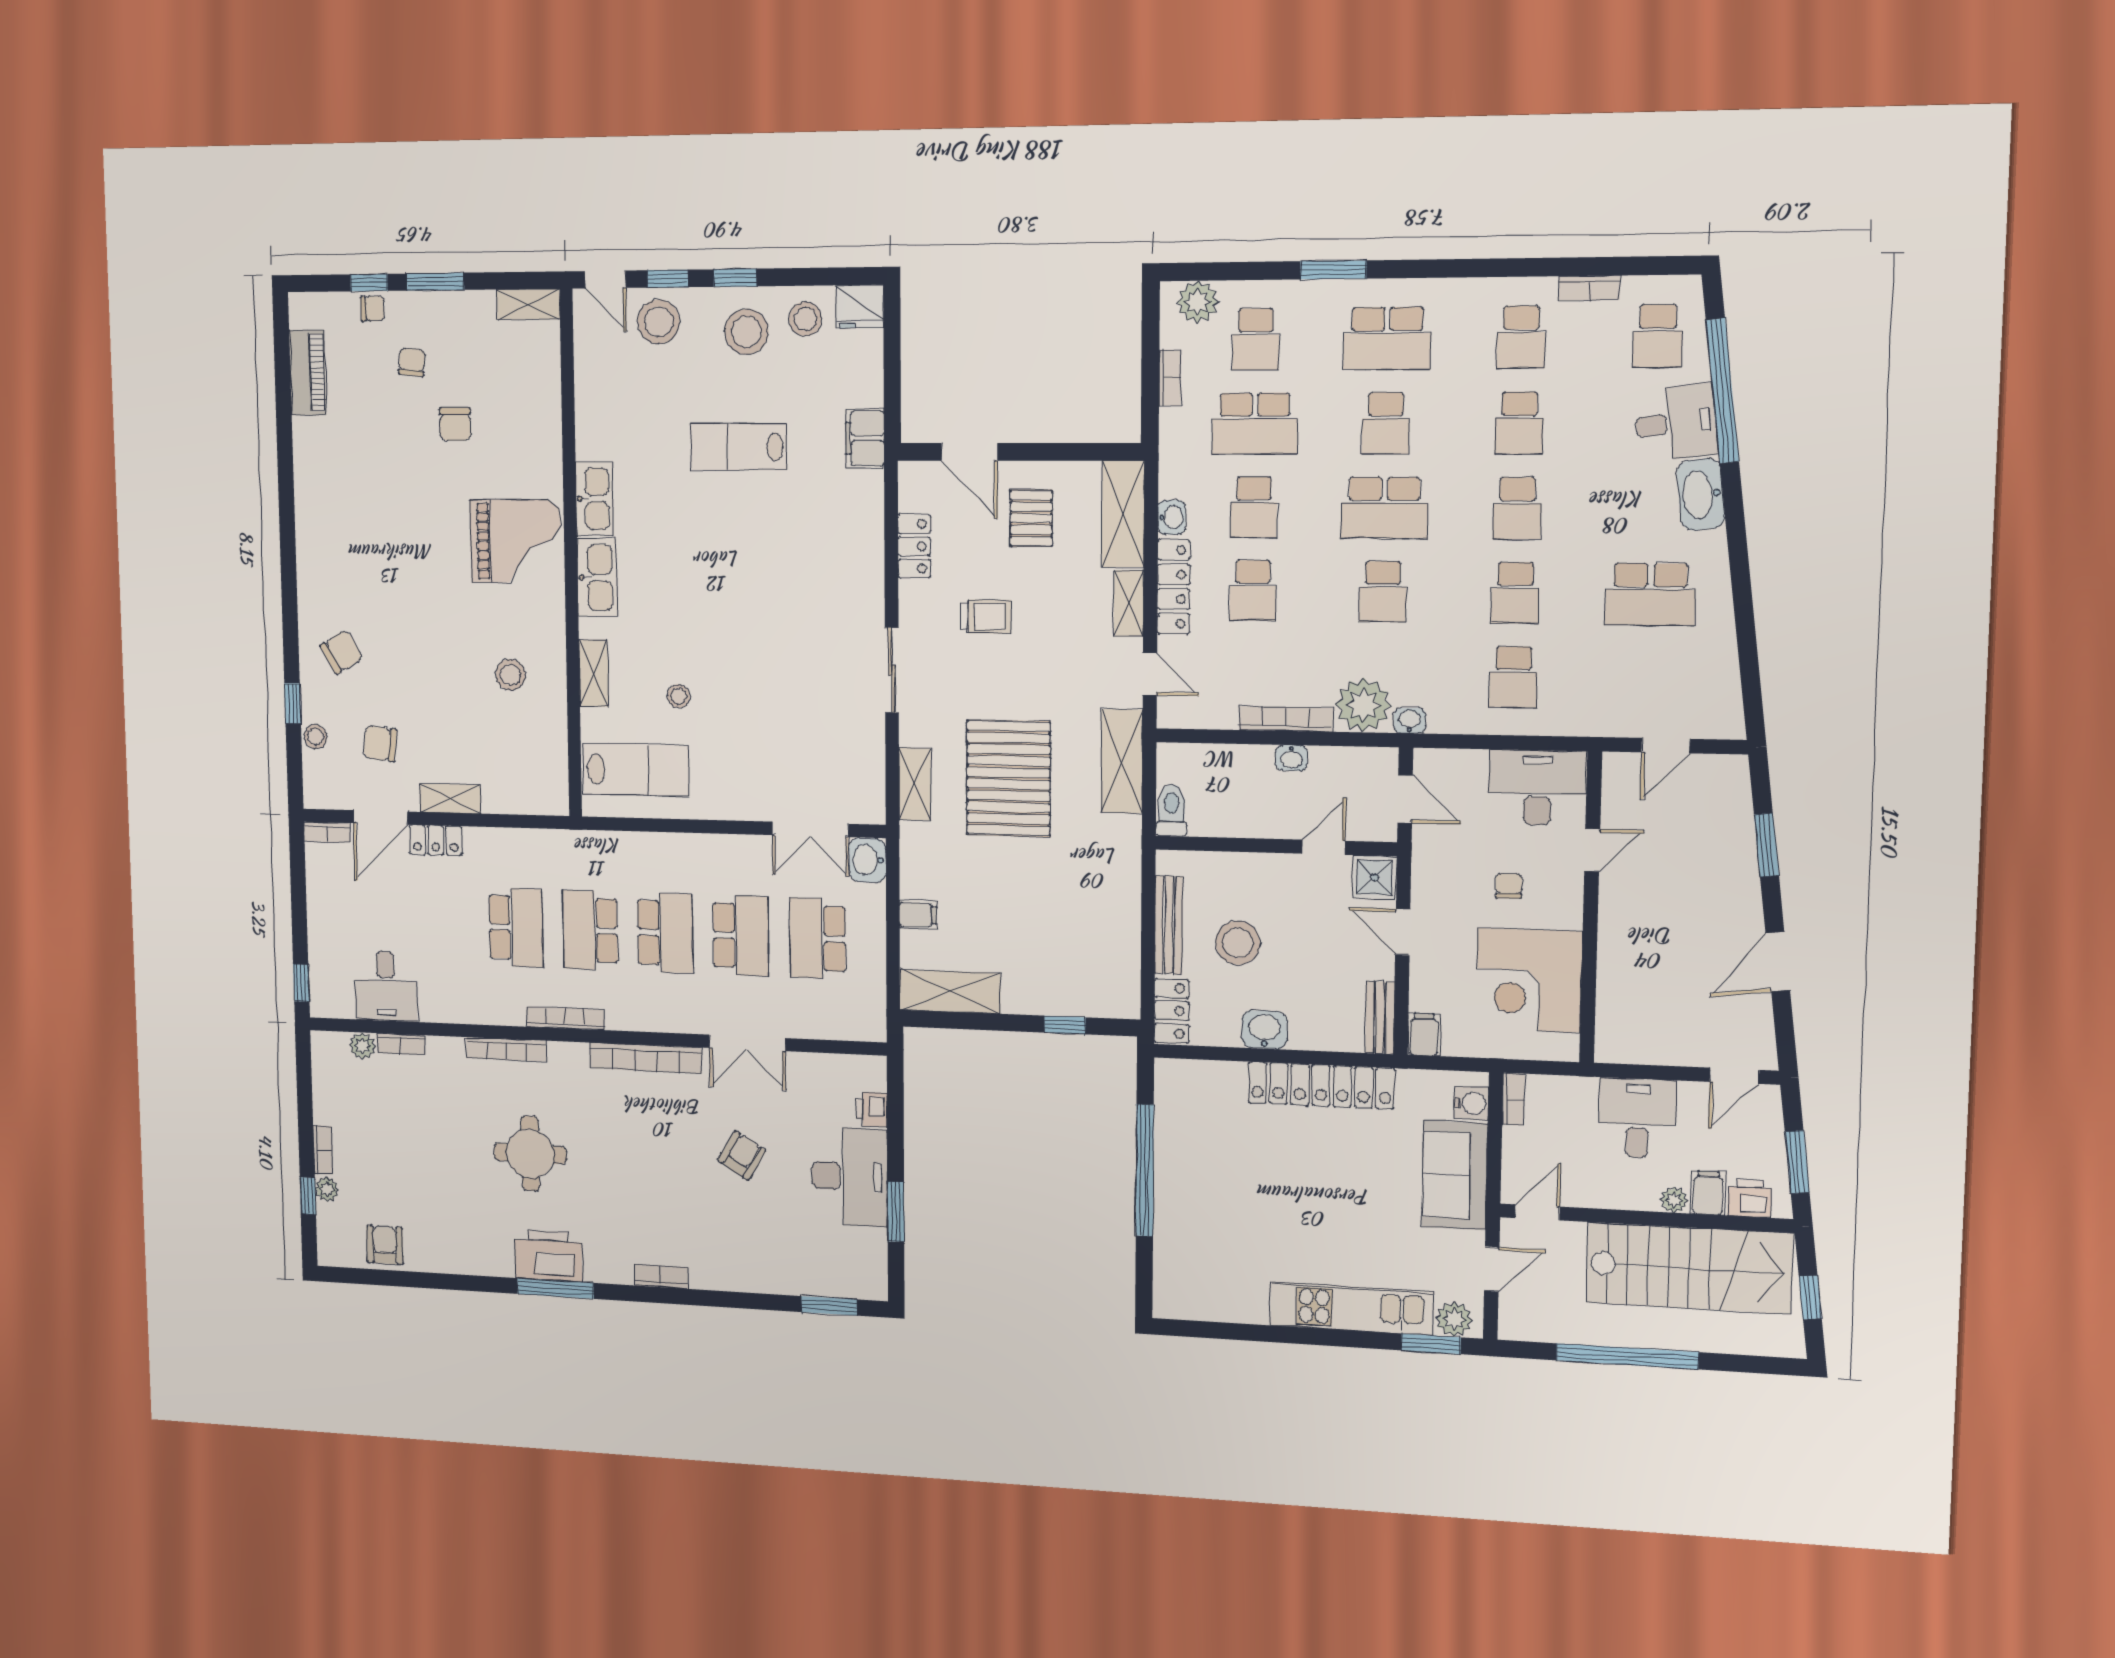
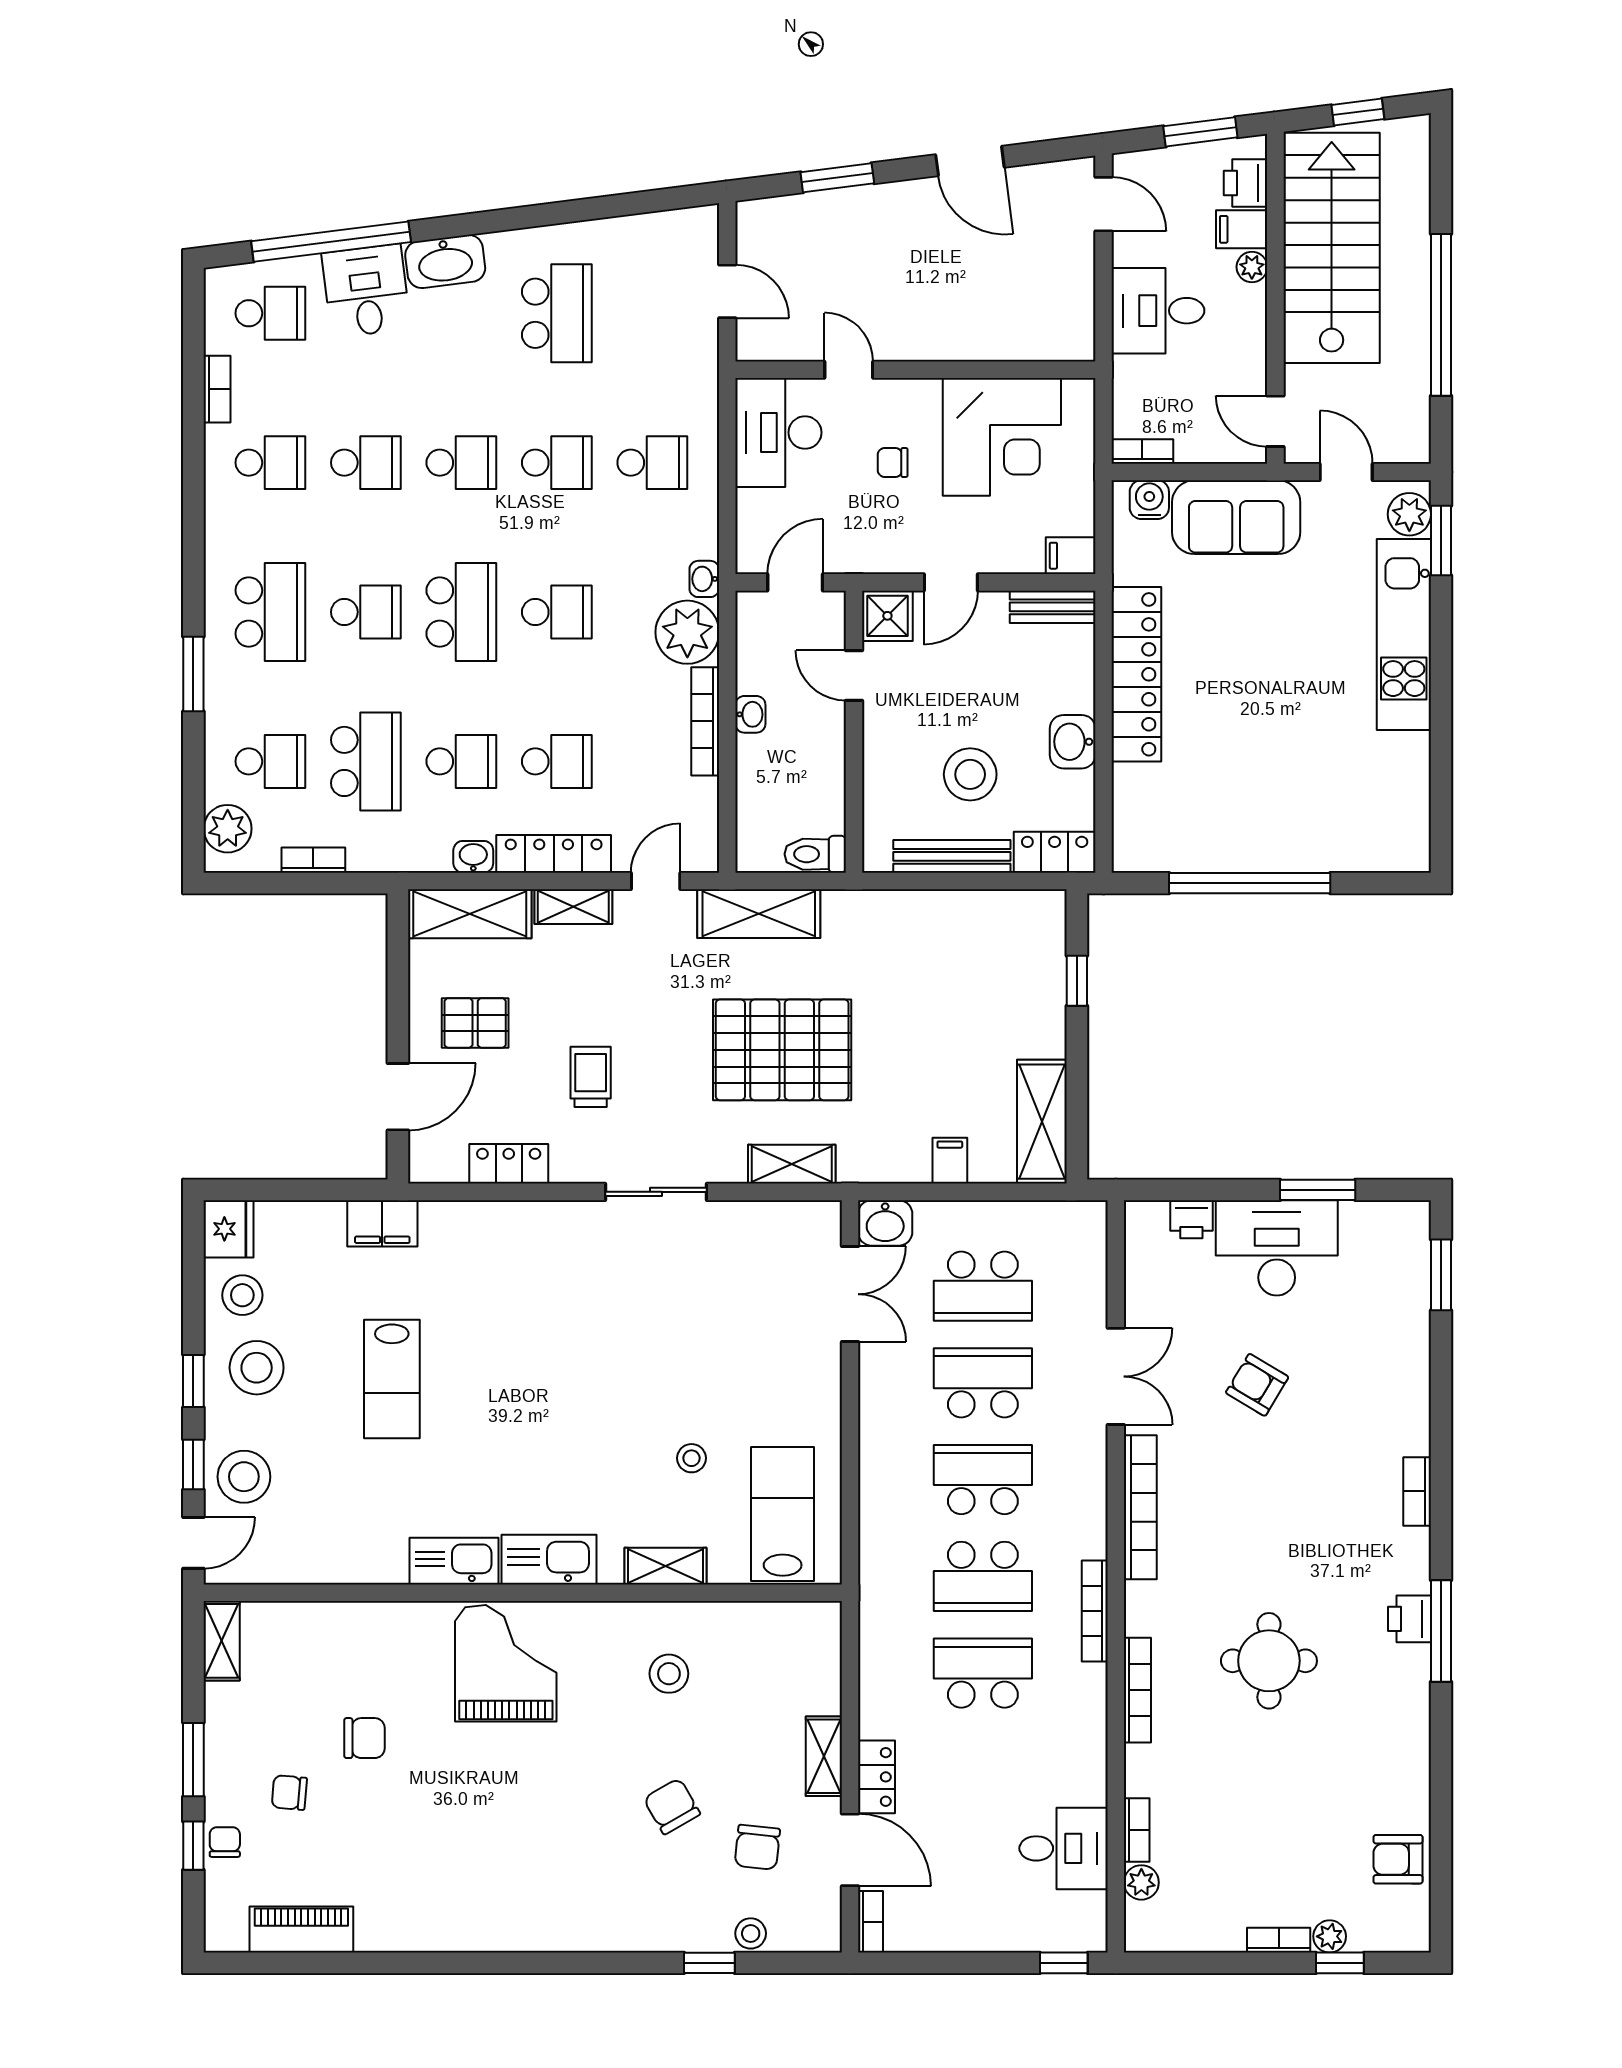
chair: (342, 652) -> (672, 1806), moved
printer: (548, 1256) -> (1409, 1619), width x0.53, depth x0.68

